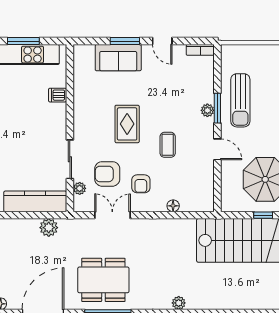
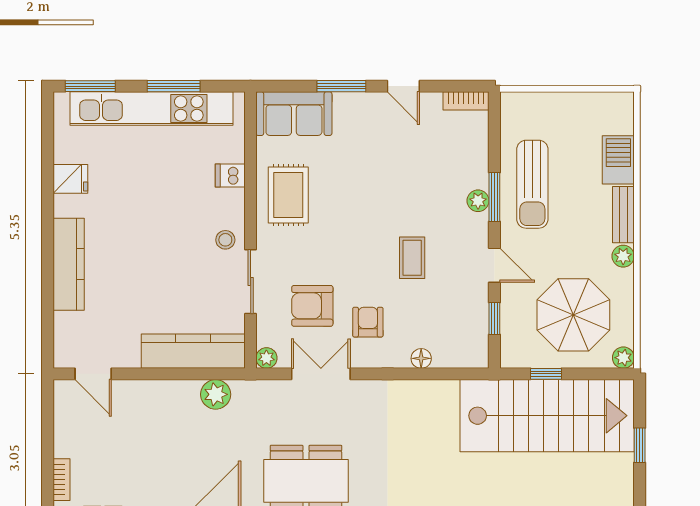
sofa: (118, 58) -> (294, 114), moved
rug: (127, 124) -> (288, 195), moved
stool: (55, 134) -> (225, 240), added
window: (217, 182) -> (494, 319), added
armchair: (141, 184) -> (368, 322), turned 180
plant: (80, 188) -> (266, 358), moved
window: (263, 215) -> (546, 374), moved

